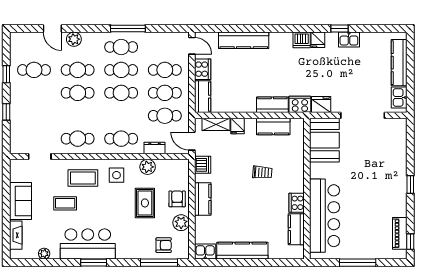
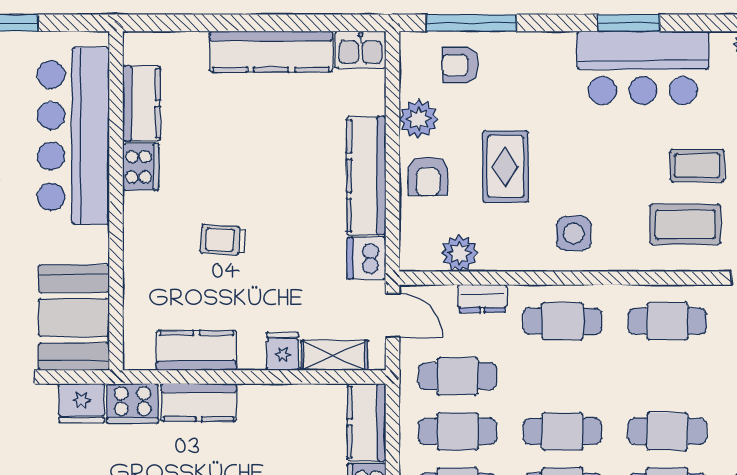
plant: (148, 167) -> (460, 253), moved
coffee table: (83, 178) -> (685, 224), moved
kitchen counter: (203, 199) -> (366, 176), width x1.50

